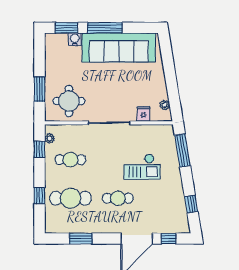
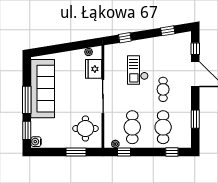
water cooler: (75, 39) -> (36, 142), moved
fridge: (143, 114) -> (94, 69), width x1.88, depth x1.34
window: (182, 150) -> (125, 38), width x0.46
cafe table: (71, 160) -> (132, 127), width x1.37, depth x1.35
checkout: (142, 167) -> (138, 70), turned 180
window: (39, 196) -> (172, 152), moved

